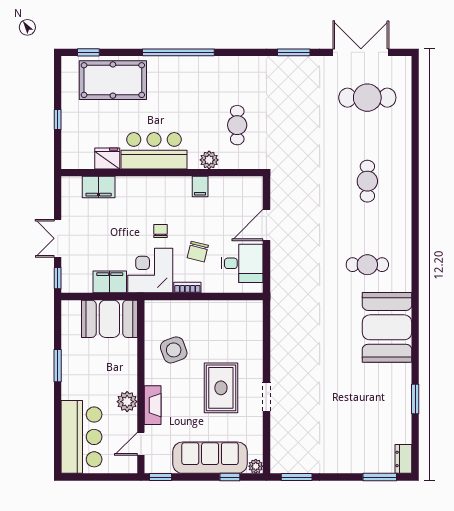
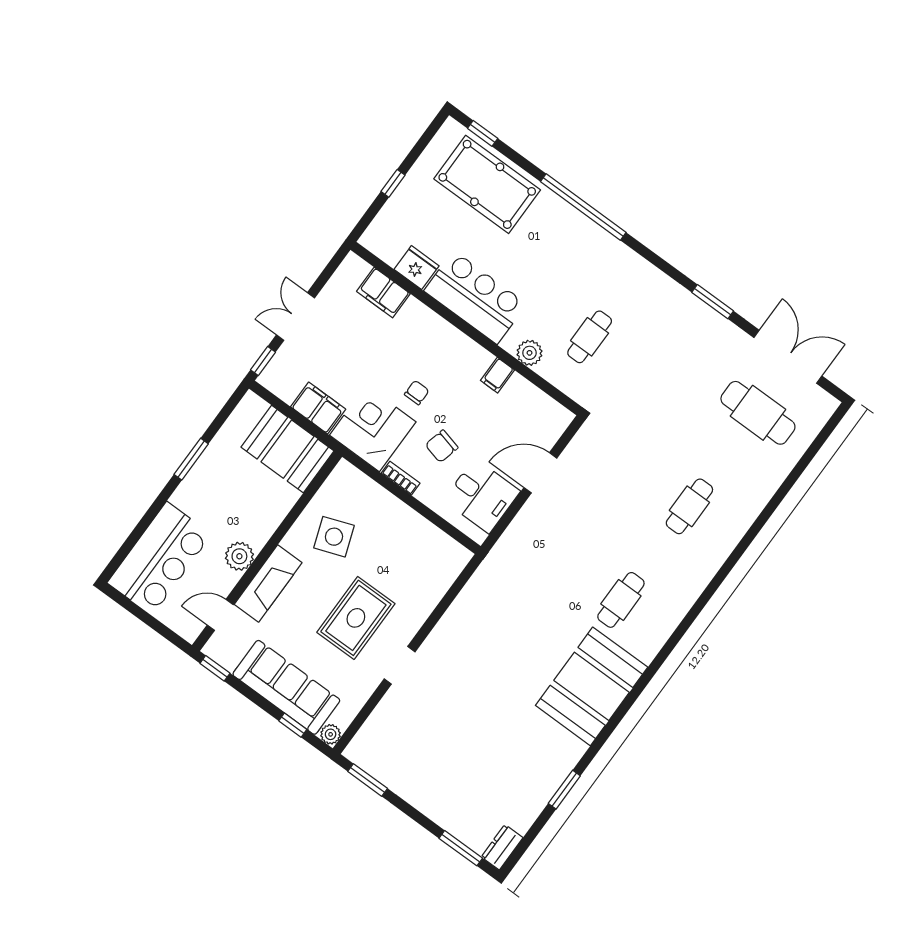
cafe table: (367, 265) -> (621, 600), turned 90
fireplace: (153, 405) -> (268, 584), width x1.37, depth x1.32

